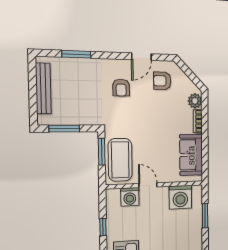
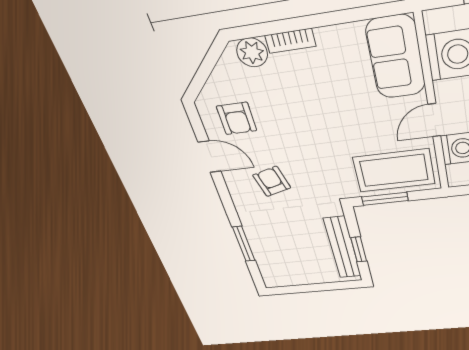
bench: (43, 88) -> (342, 248), moved, turned 90
armchair: (121, 88) -> (272, 181), turned -105
window: (64, 128) -> (359, 249), width x0.67
sofa: (191, 155) -> (396, 57), moved, turned 90

